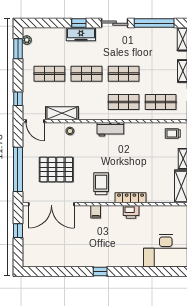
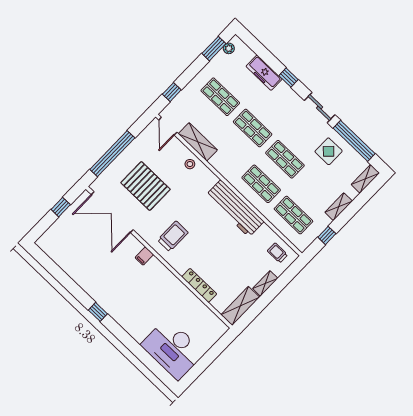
freezer: (81, 34) -> (264, 73), moved
display table: (145, 44) -> (329, 151), added
workbench: (110, 129) -> (235, 208), width x1.88, depth x1.32
locker: (131, 198) -> (199, 285), moved
printer: (131, 212) -> (175, 286), removed

